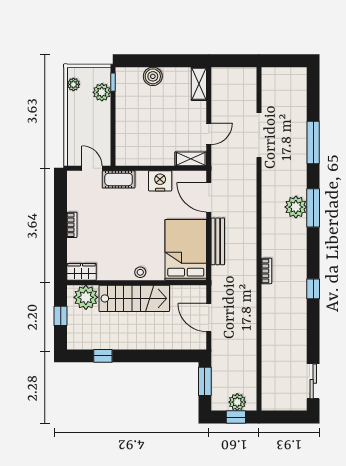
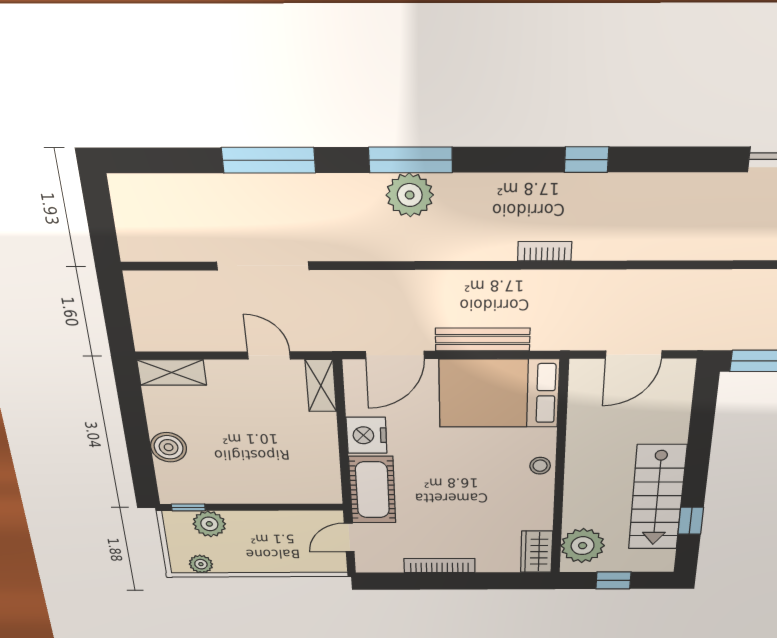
cot: (119, 179) -> (372, 490), width x1.37, depth x1.34
bookcase: (72, 225) -> (439, 565), width x1.56
stairs: (134, 298) -> (657, 498), moved, turned 180

